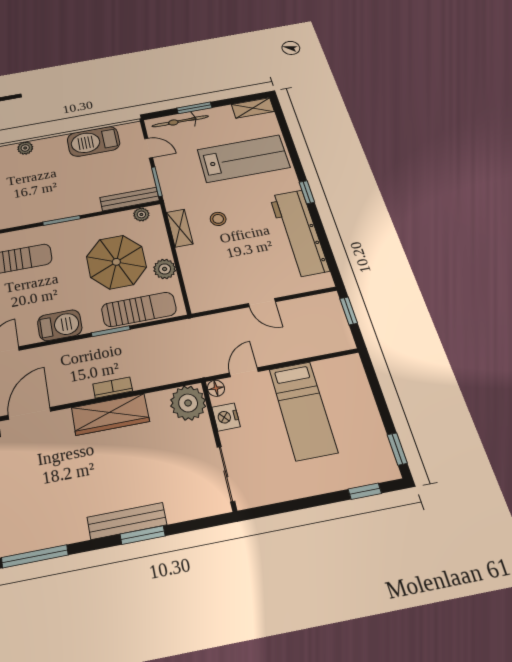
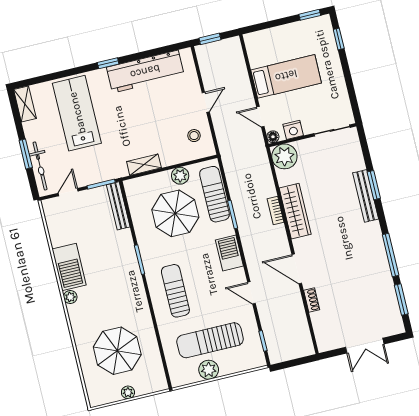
barbecue: (94, 141) -> (69, 267), moved
plant: (141, 214) -> (132, 196), removed
stool: (218, 219) -> (194, 136), moved

